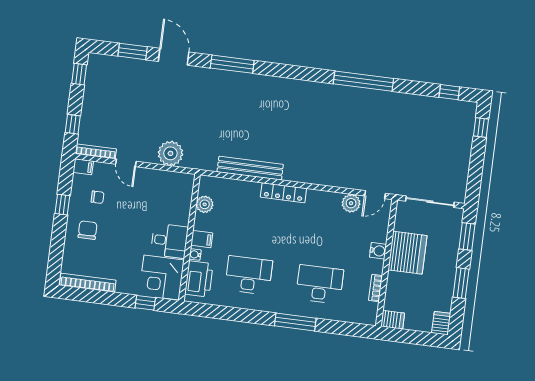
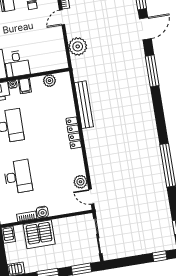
water cooler: (378, 251) -> (42, 212), moved
server rack: (408, 253) -> (39, 234), moved

